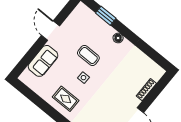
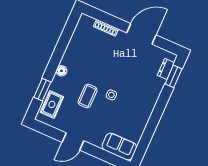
sofa: (43, 61) -> (119, 147), moved
rug: (66, 99) -> (52, 104), moved

